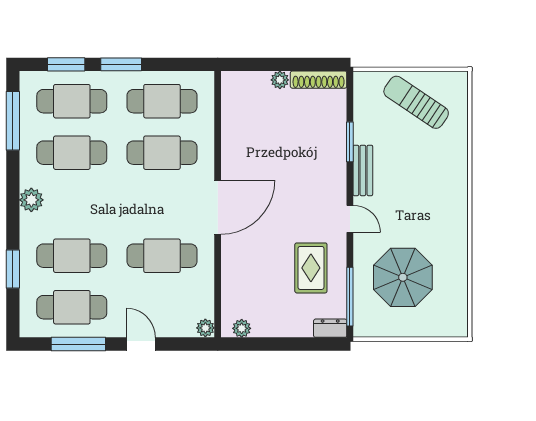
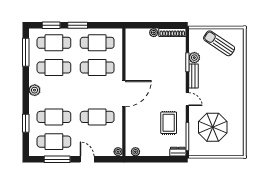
plant: (364, 132) -> (194, 58), added

